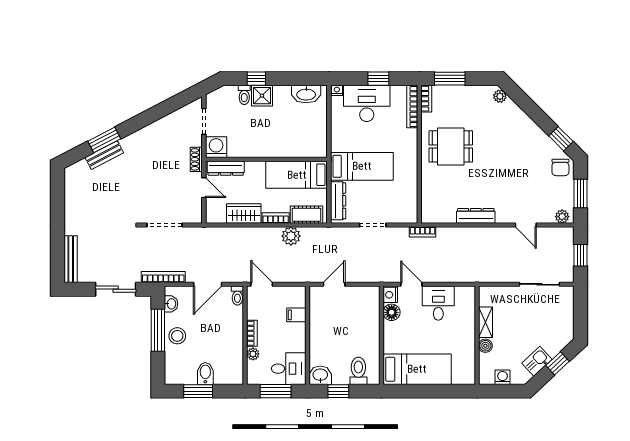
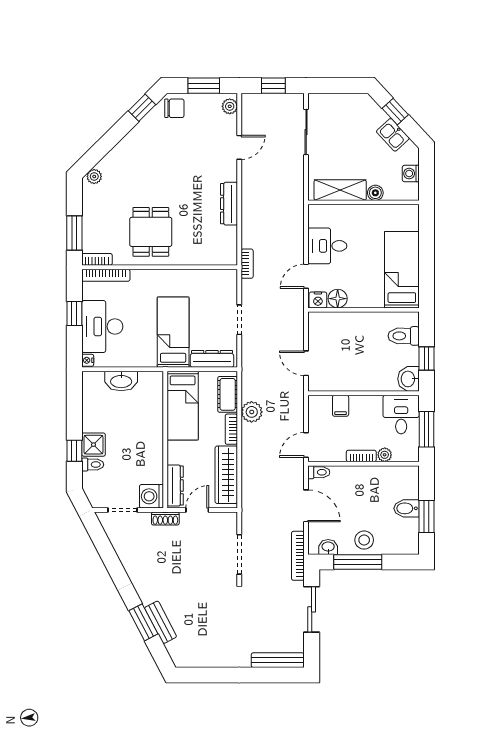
washbasin: (306, 94) -> (121, 381), moved, turned 90
wardrobe: (244, 214) -> (226, 475), width x1.50
shelving: (485, 322) -> (340, 190), width x1.50, depth x1.33

